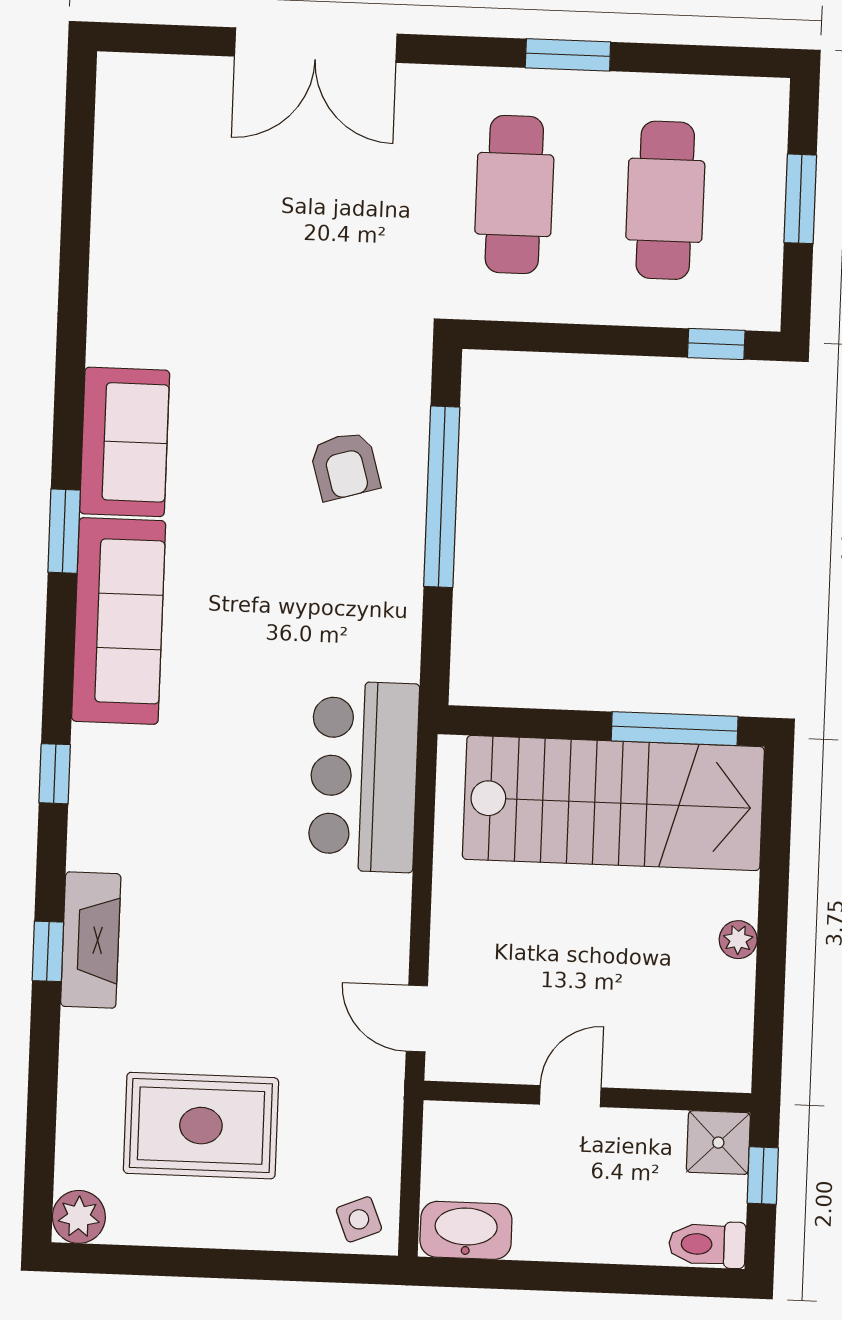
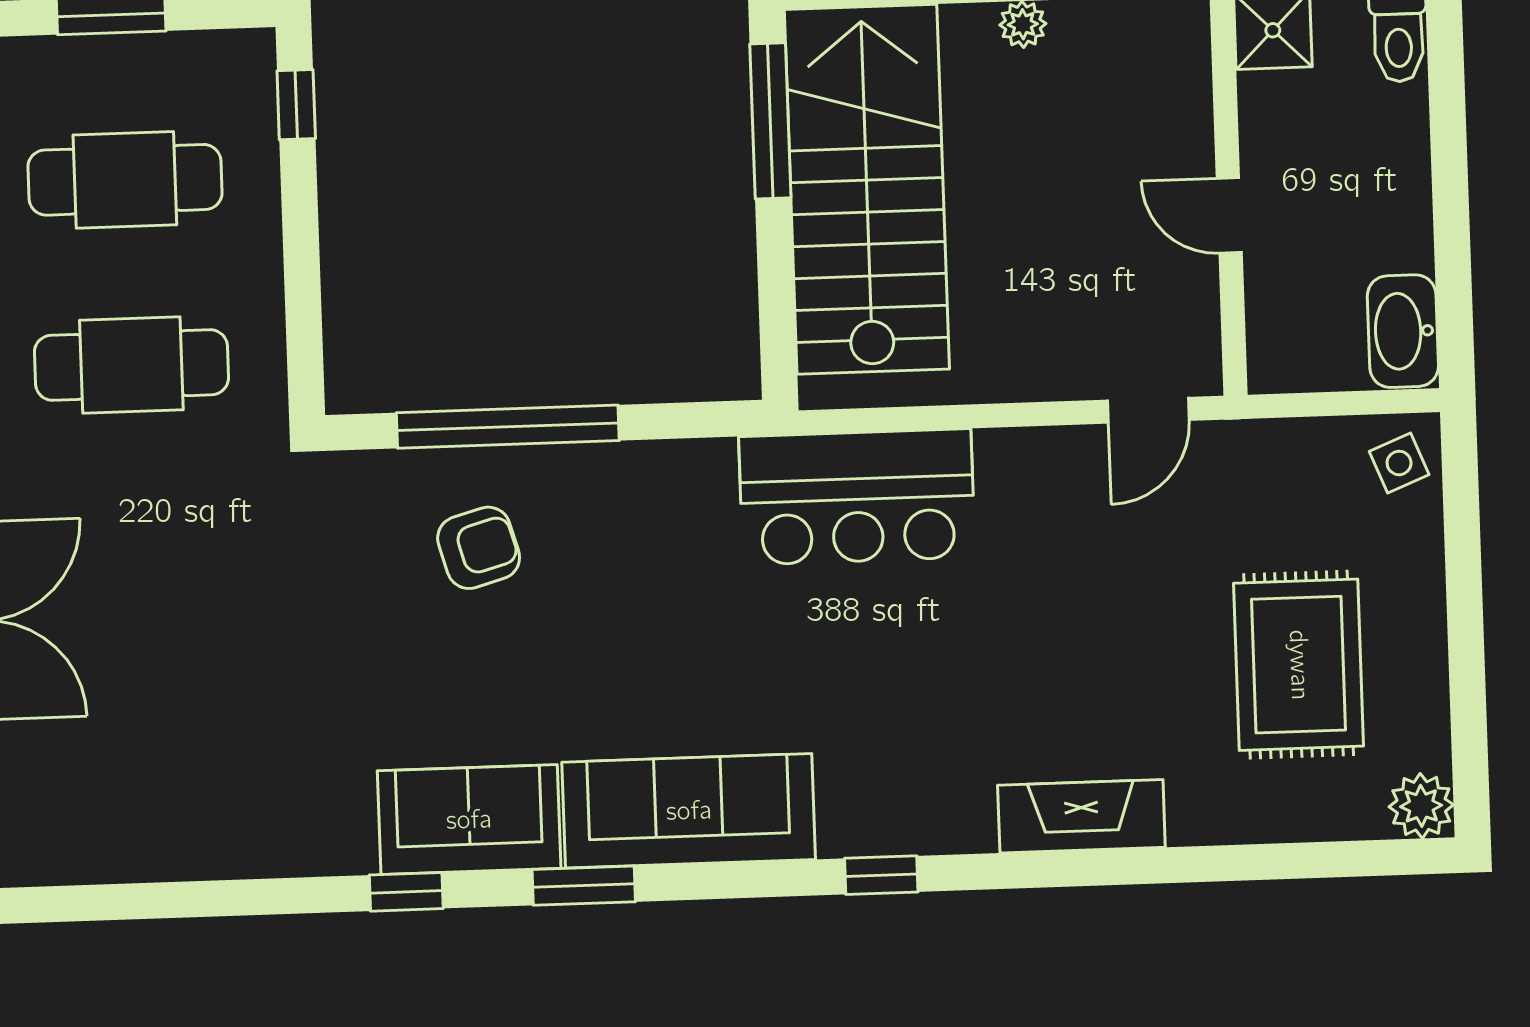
window: (48, 951) -> (406, 892), moved

